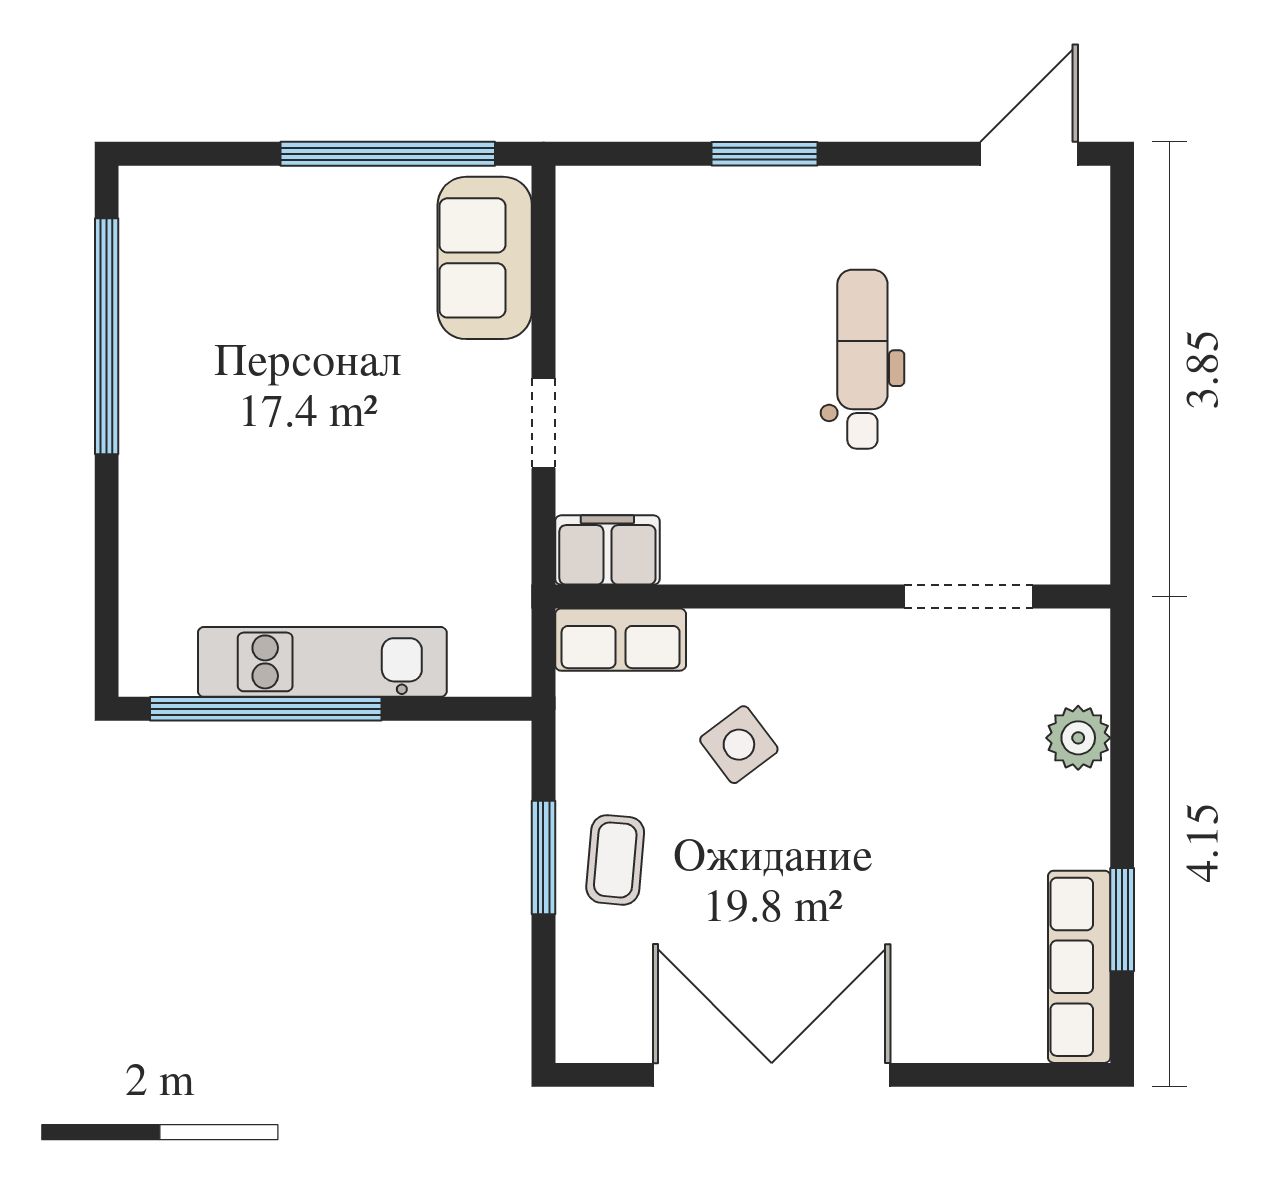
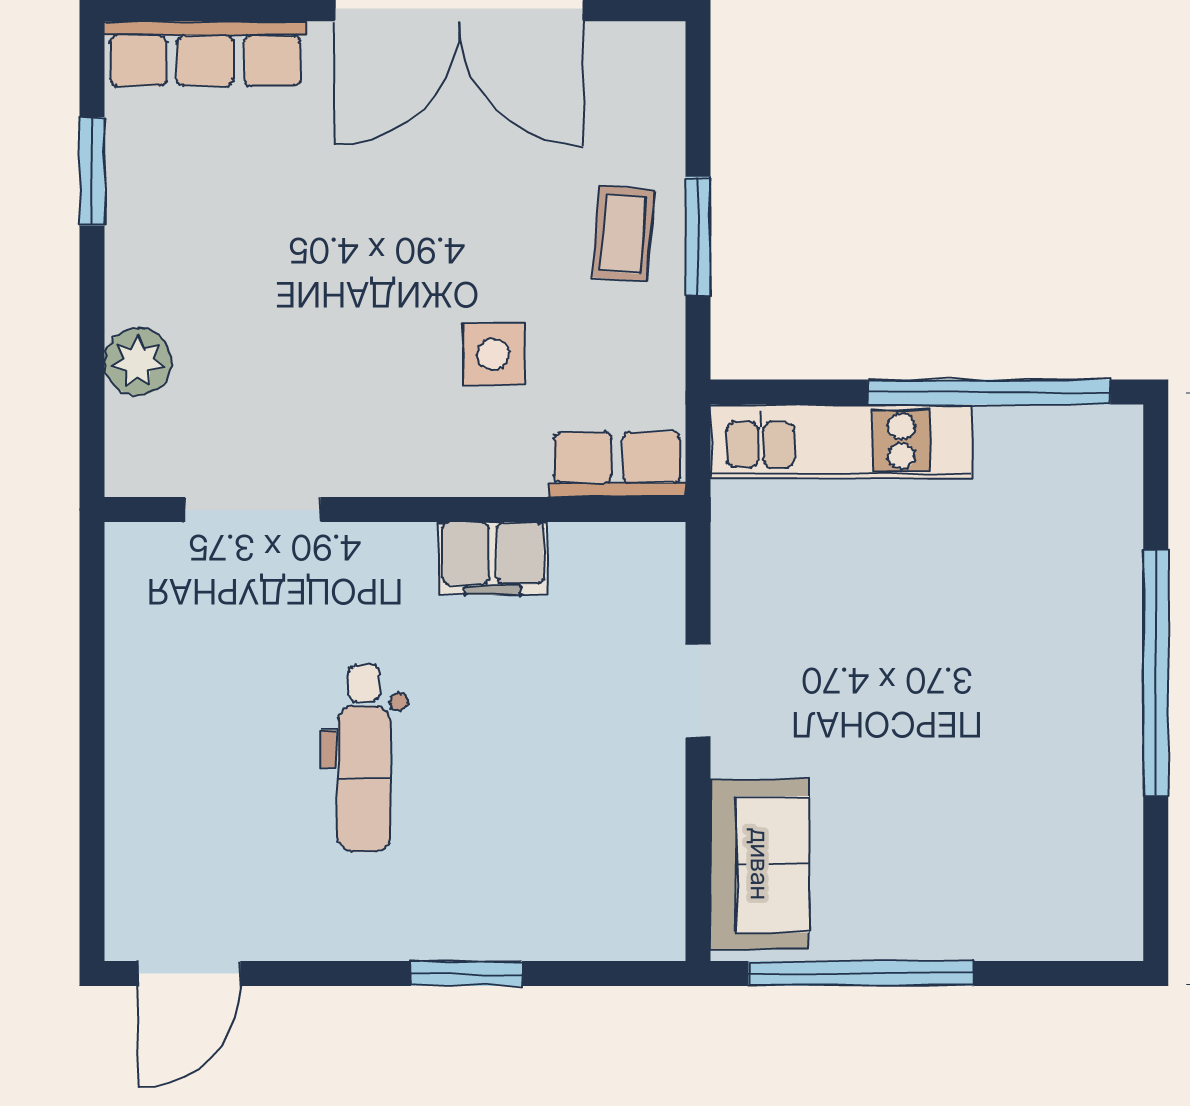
window: (107, 336) -> (1156, 673), moved
filing cabinet: (607, 550) -> (493, 558), moved
kitchen unit: (322, 662) -> (841, 441), moved
side table: (739, 745) -> (493, 355), turned 37
row of seats: (1079, 967) -> (205, 54), moved, turned 90

